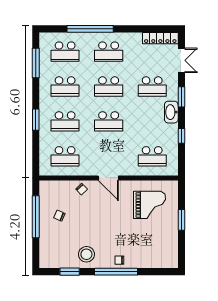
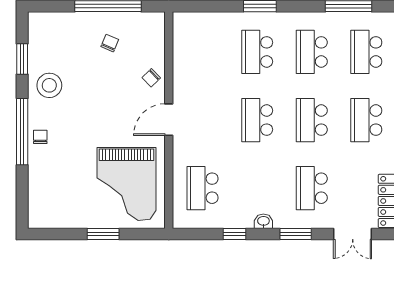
washbasin: (171, 112) -> (263, 221), width x0.52, depth x0.69
school desk: (65, 156) -> (203, 52), removed
grand piano: (150, 205) -> (126, 184), width x1.37, depth x1.48

